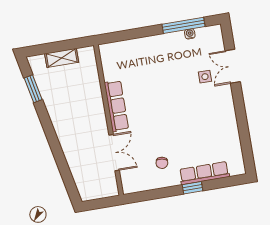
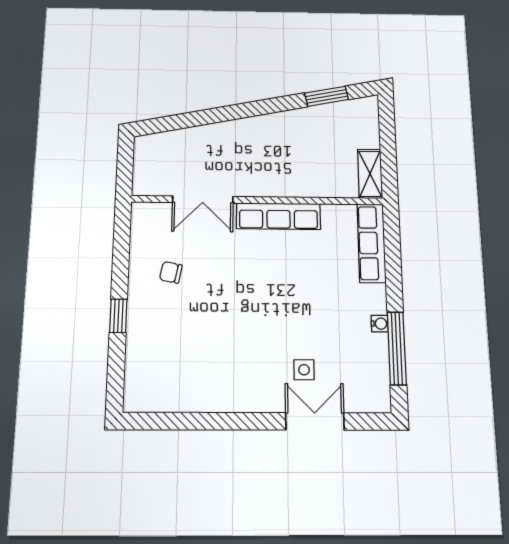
water cooler: (190, 34) -> (380, 324), moved
shelving: (62, 58) -> (370, 174), moved
row of seats: (204, 173) -> (371, 243), moved, turned 180

